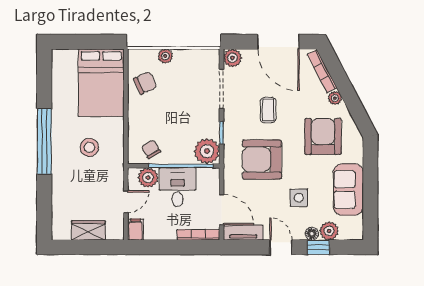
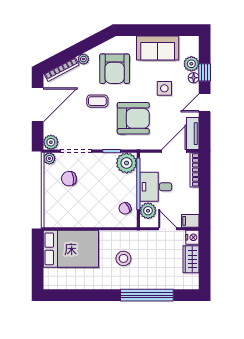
plant: (165, 56) -> (49, 158), moved
chair: (145, 83) -> (69, 179), moved, turned -71
coffee table: (268, 110) -> (97, 101), moved
armchair: (323, 136) -> (115, 69), turned -90
window: (44, 141) -> (147, 295), moved
armchair: (262, 159) -> (133, 118), turned -90
nightstand: (115, 232) -> (192, 237), added

